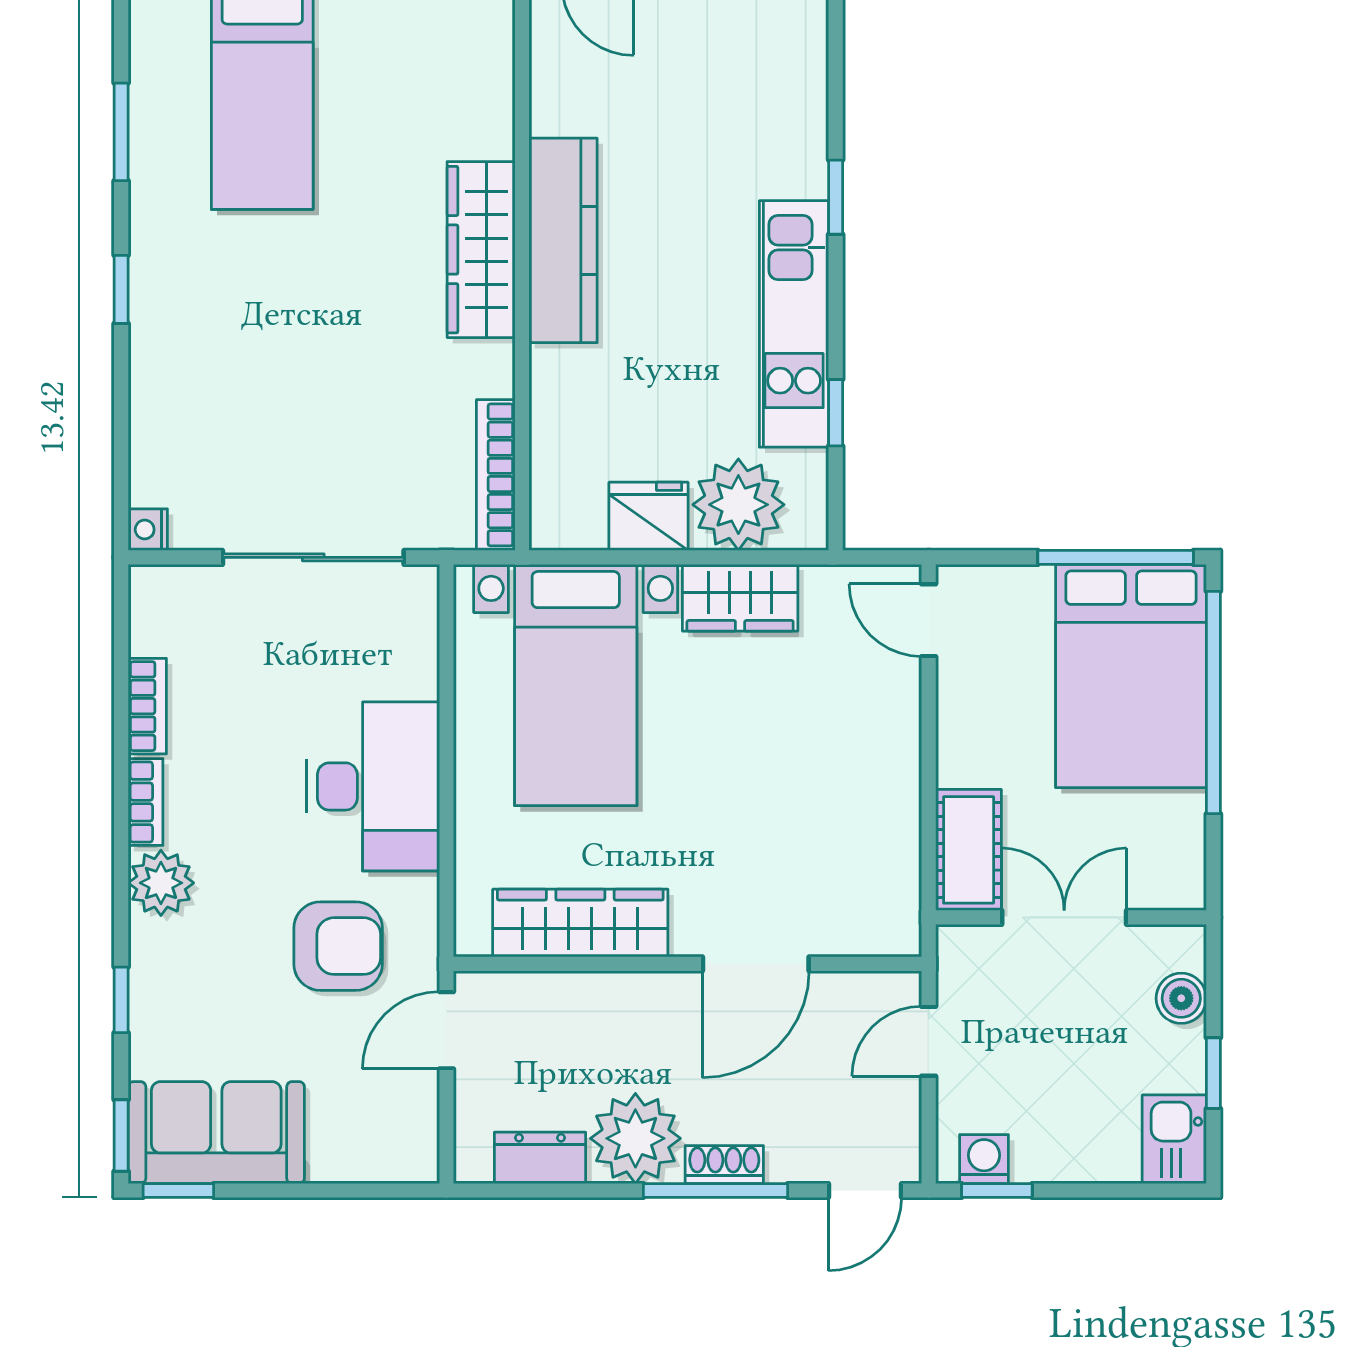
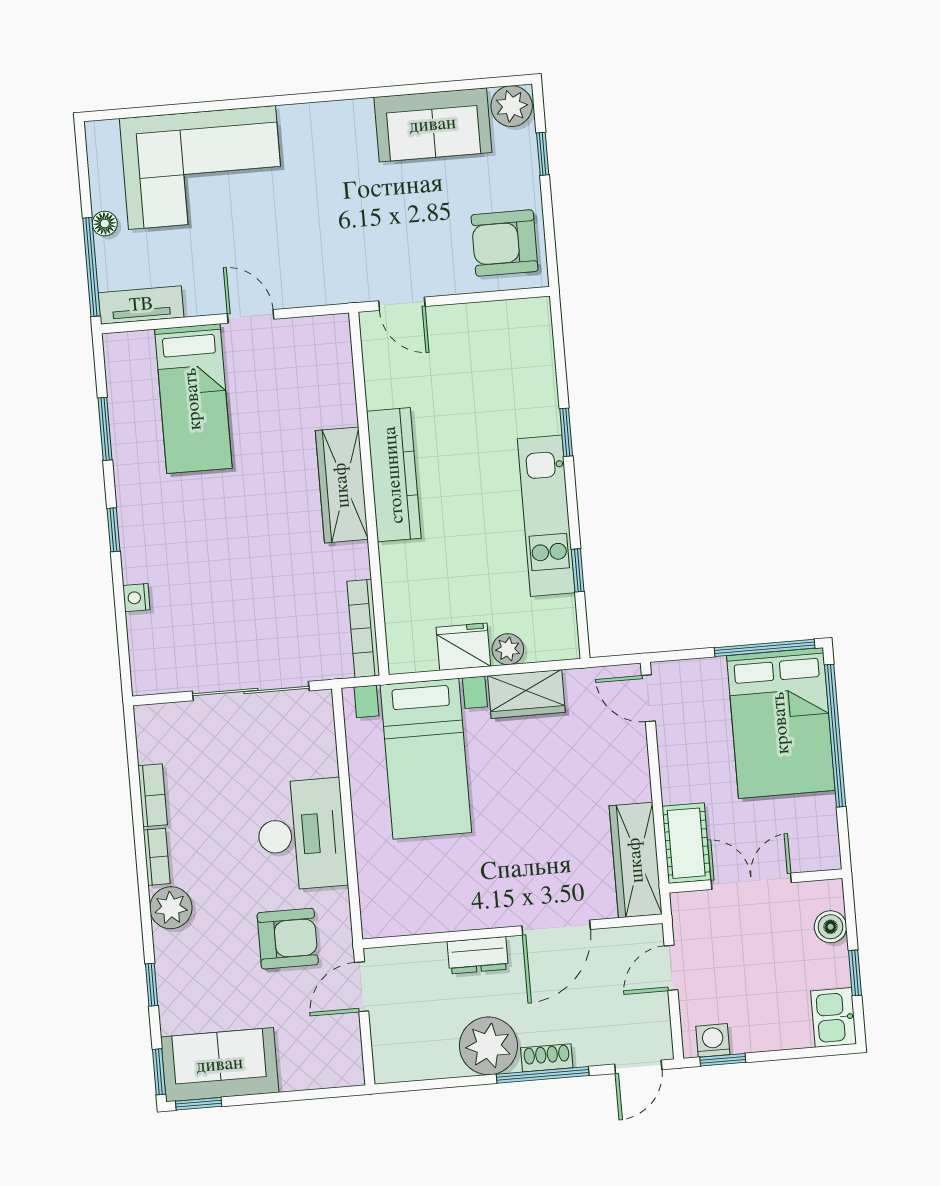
plant: (738, 505) -> (508, 649), width x0.53, depth x0.53
nightstand: (148, 530) -> (136, 598), moved
wardrobe: (580, 923) -> (636, 860), moved, turned -90
dresser: (540, 1158) -> (478, 955), moved, turned 180

